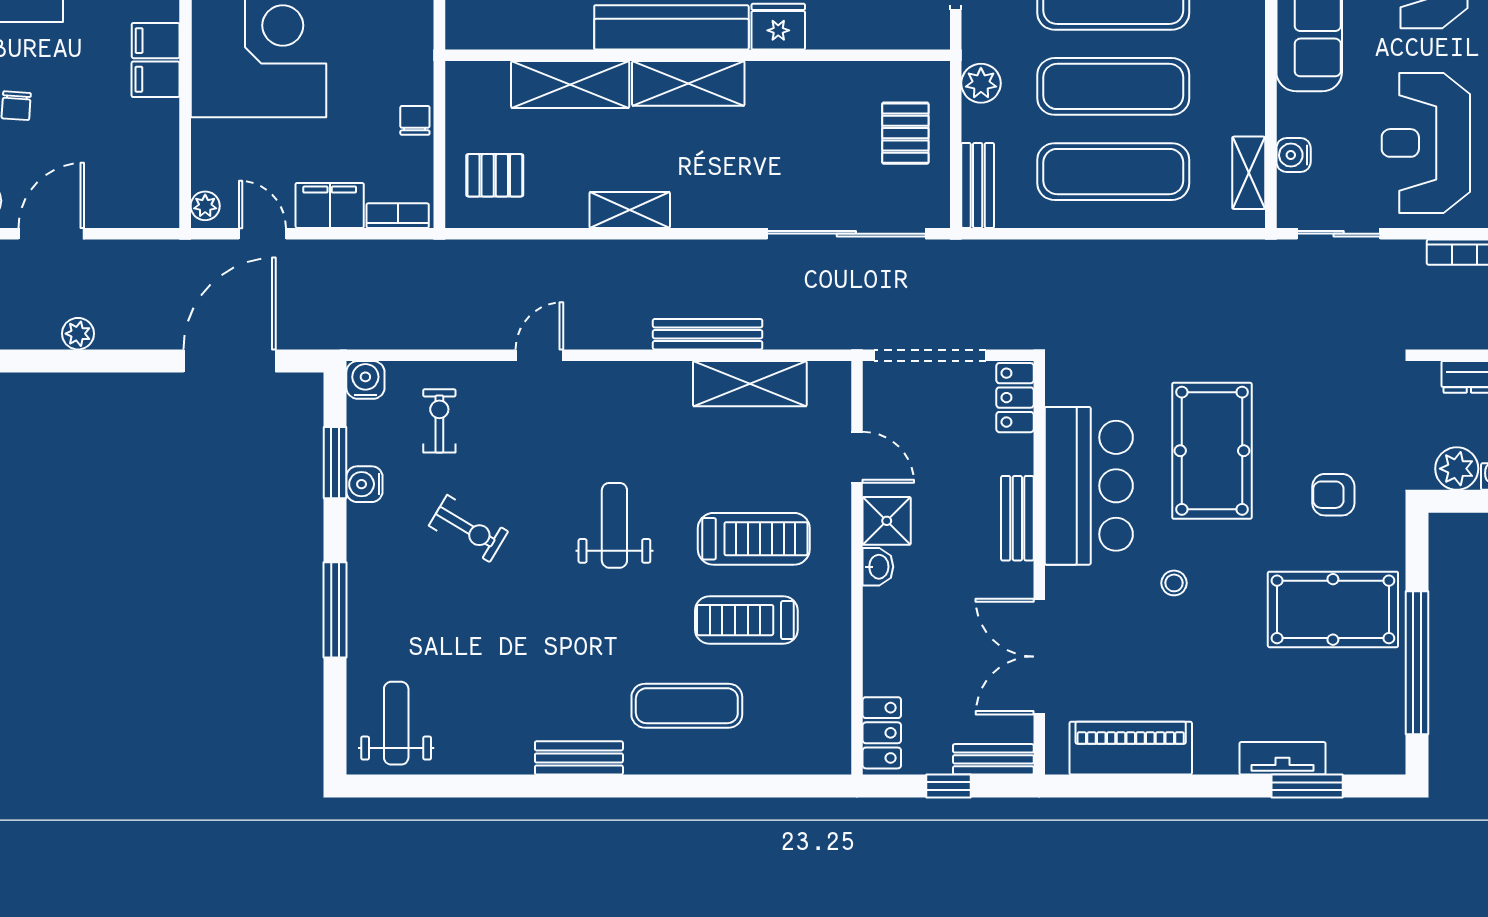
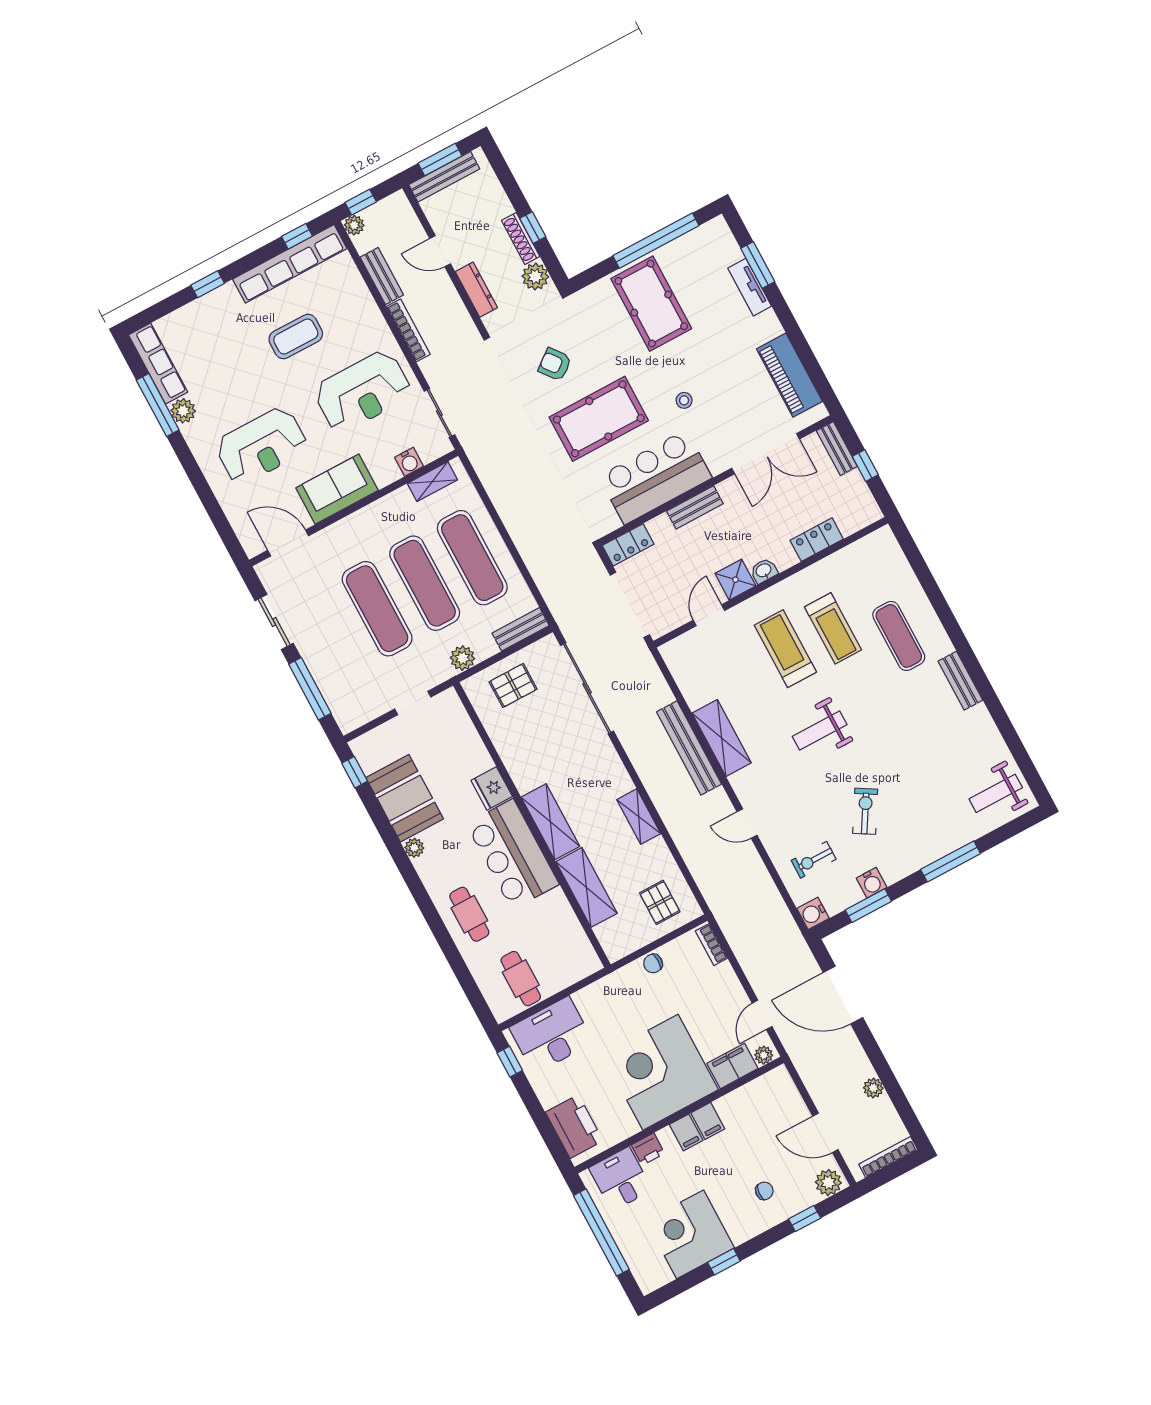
filing cabinet: (330, 205) -> (732, 1066), moved, turned 90
bench: (708, 334) -> (689, 748), width x1.37, depth x1.21
shelving: (750, 384) -> (722, 738), moved
armchair: (1333, 495) -> (555, 364), moved, turned 142
locker: (882, 733) -> (817, 540), moved

